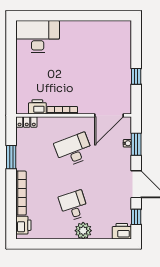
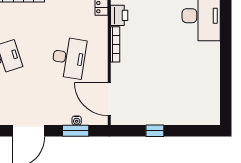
desk: (74, 150) -> (69, 58), turned 30

